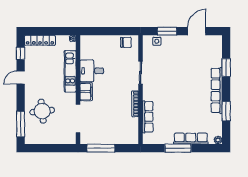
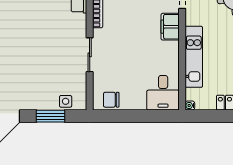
desk: (92, 71) -> (163, 93), moved, turned 90

